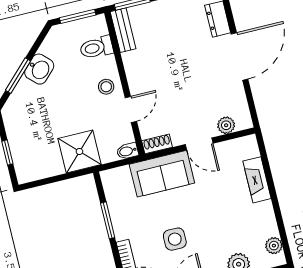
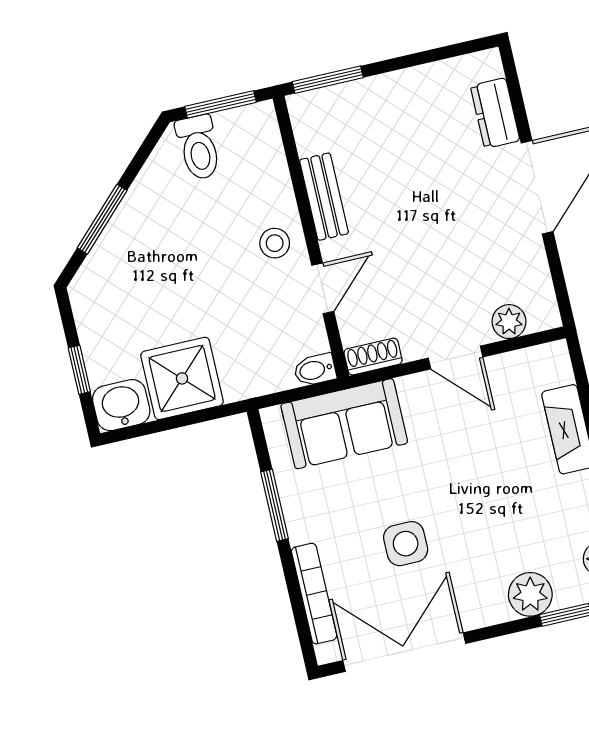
bench: (123, 30) -> (324, 197), moved
toilet: (96, 47) -> (199, 147), moved, turned -90
washbasin: (39, 69) -> (121, 405), moved, turned -135
shower: (79, 151) -> (182, 378), moved
sofa: (162, 174) -> (344, 424), moved

